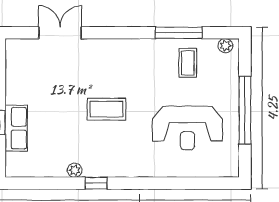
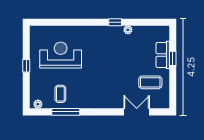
double door: (60, 33) -> (137, 112), swing flipped
coffee table: (107, 109) -> (150, 82), moved
window: (245, 110) -> (26, 66), width x0.32

